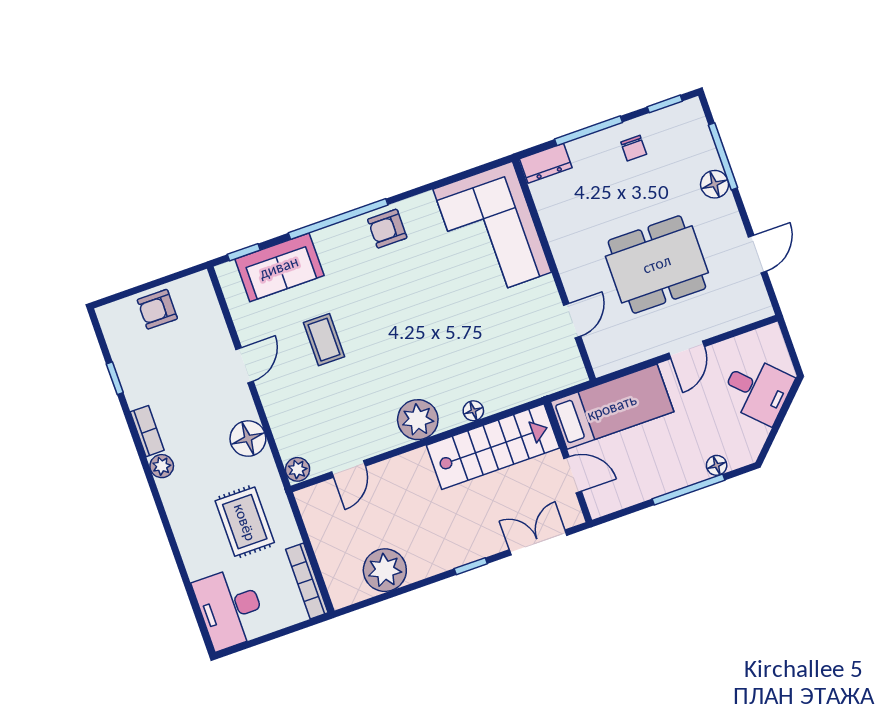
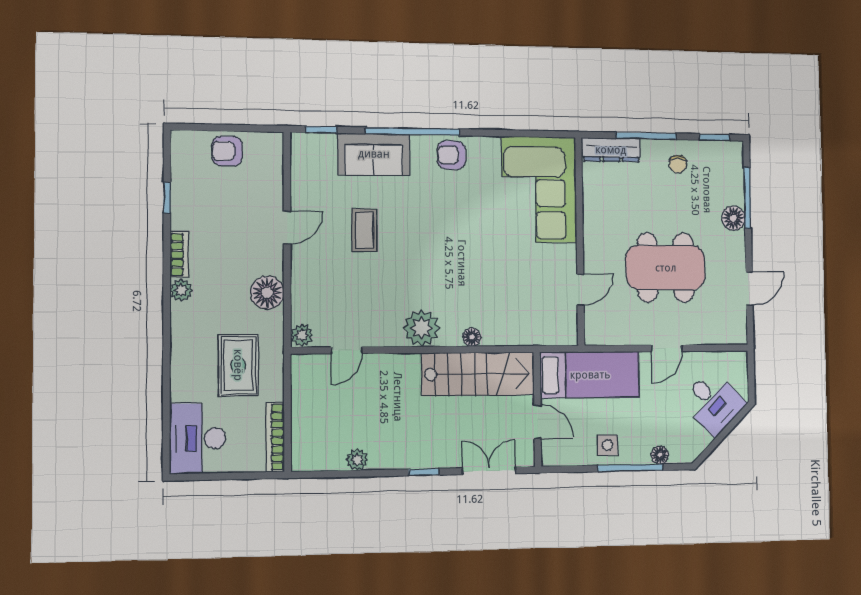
dresser: (546, 163) -> (611, 150), width x1.44
sofa: (279, 267) -> (374, 154), moved
side table: (656, 474) -> (608, 445), added
plant: (385, 570) -> (357, 460), width x0.53, depth x0.53

